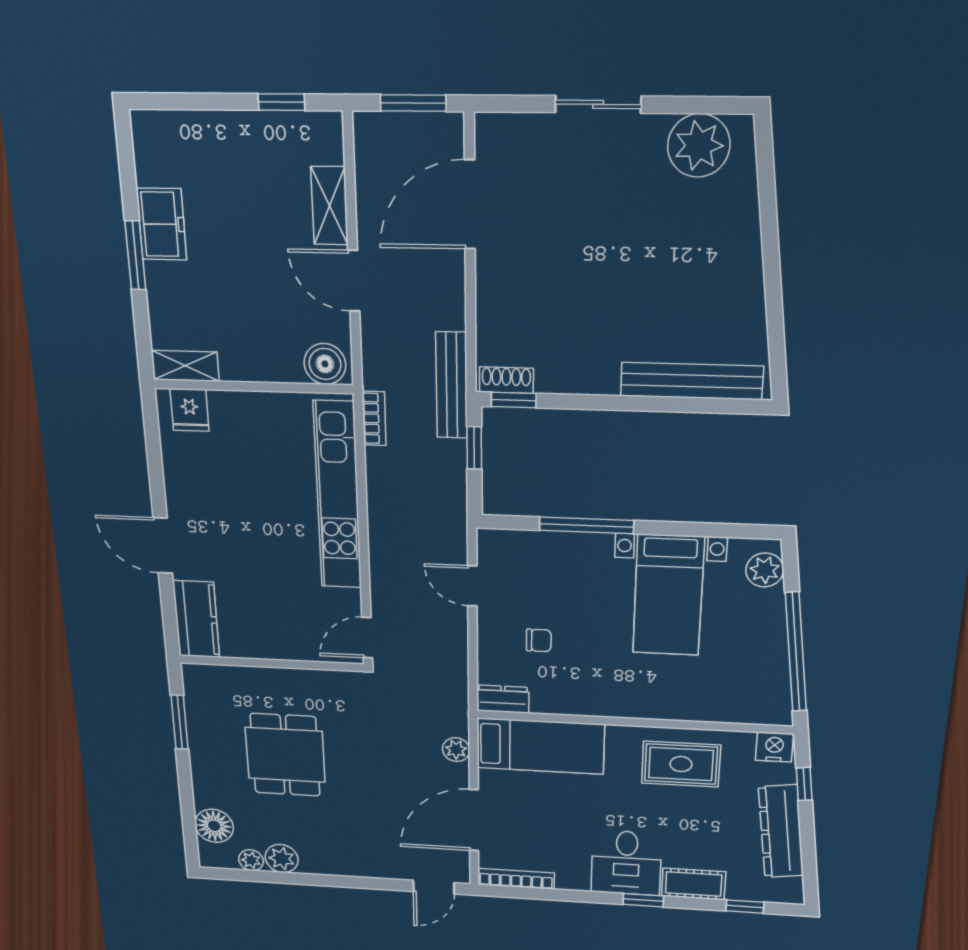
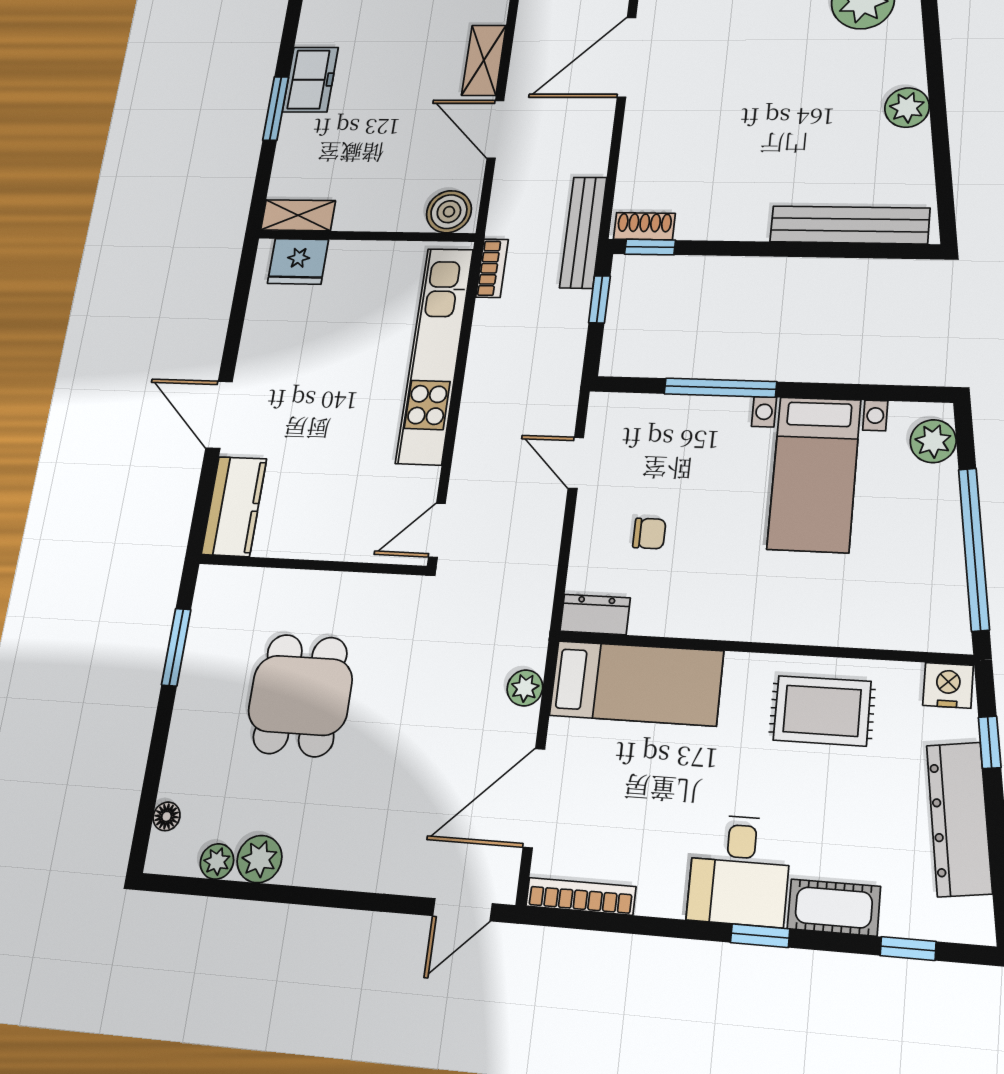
plant: (743, 264) -> (907, 108), added
fridge: (190, 410) -> (298, 261), width x1.38
floor lamp: (214, 826) -> (167, 816), width x0.53, depth x0.53

